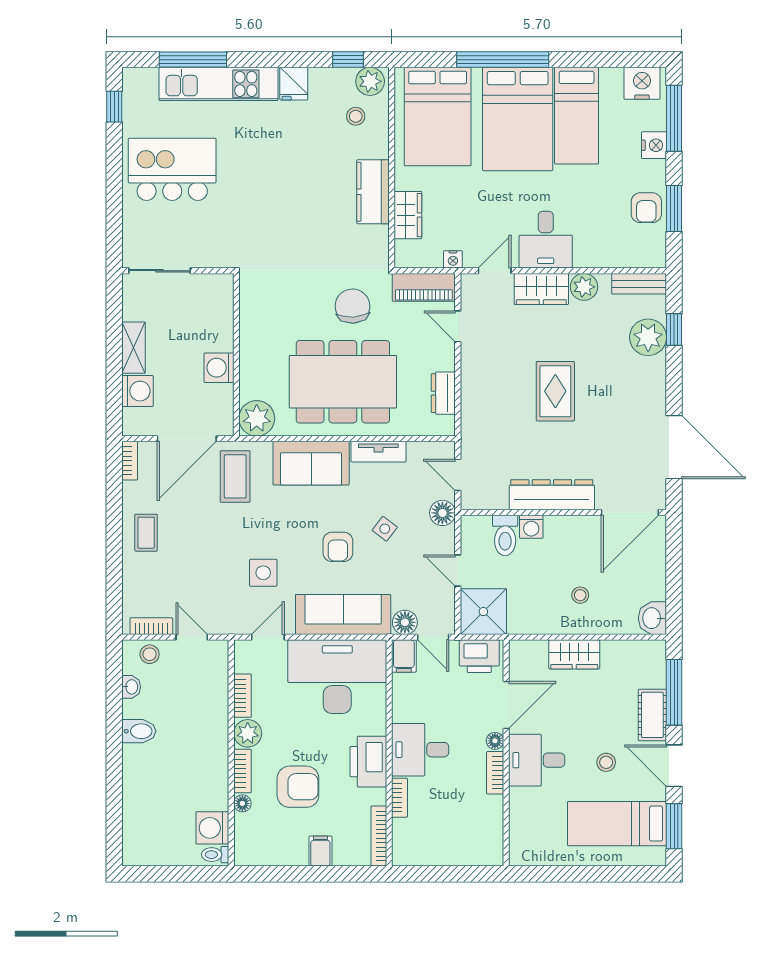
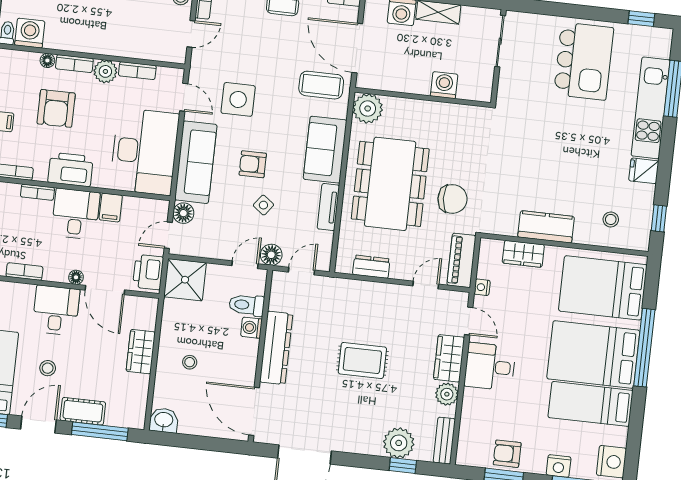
plant: (370, 81) -> (639, 235), removed
washing machine: (219, 368) -> (444, 85), moved
door: (458, 570) -> (245, 265), moved
side table: (263, 573) -> (238, 99), width x1.37, depth x1.37
filing cabinet: (404, 656) -> (111, 208), moved, turned -90
bookcase: (495, 773) -> (24, 272), moved

